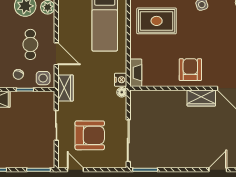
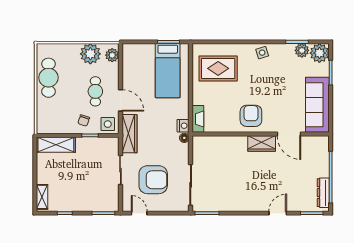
wardrobe: (65, 88) -> (129, 134), width x1.50

